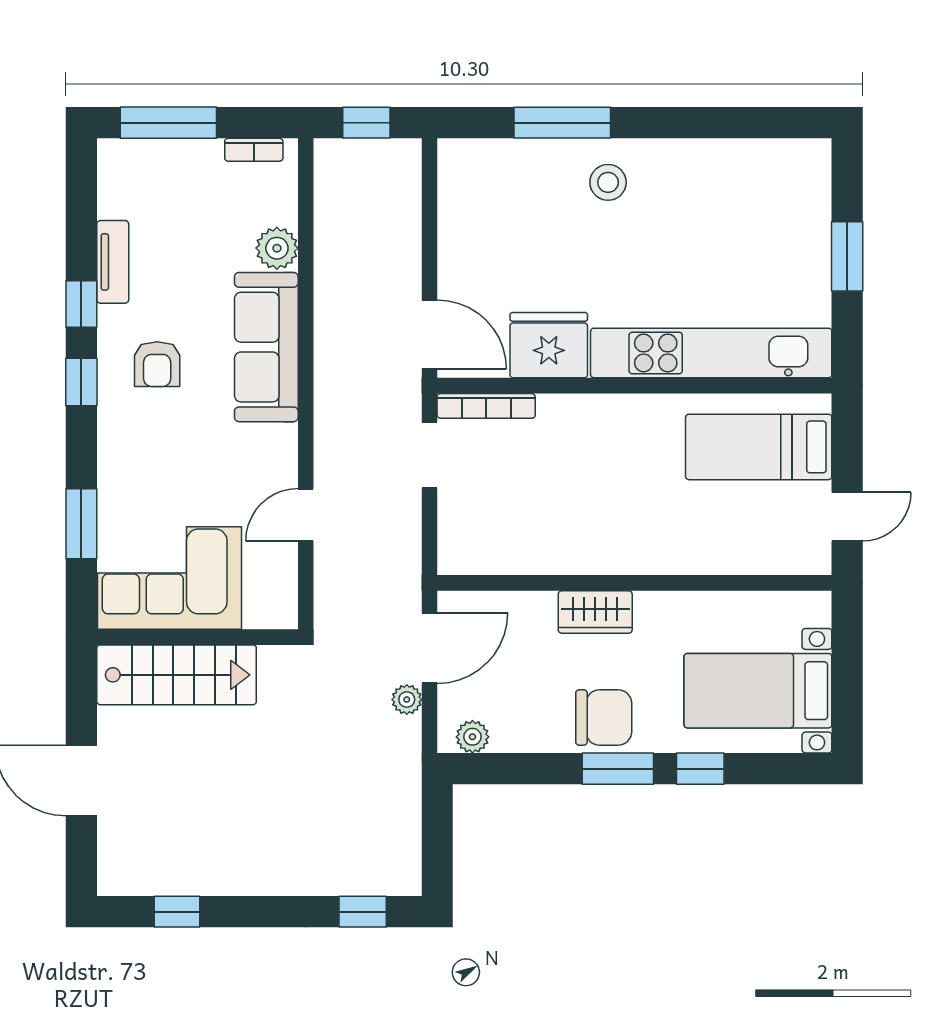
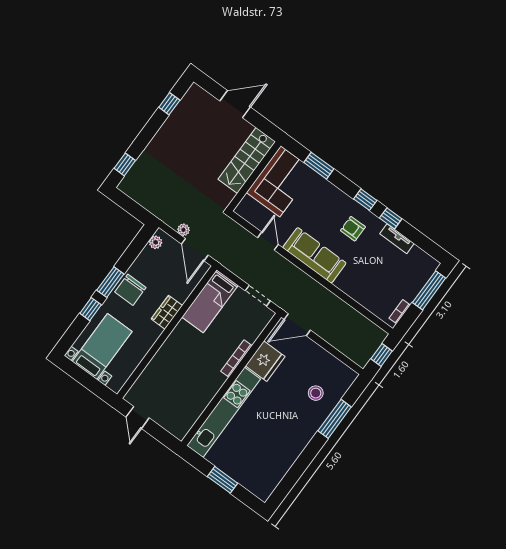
stool: (608, 182) -> (316, 393), moved
plant: (277, 248) -> (362, 296), removed
sofa: (266, 347) -> (314, 255), moved
bookcase: (486, 406) -> (237, 358), moved
bed: (759, 447) -> (210, 301), moved, turned 180

